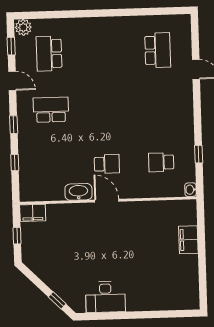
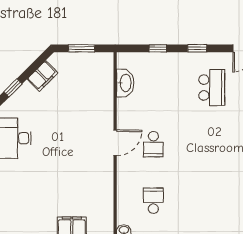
washbasin: (78, 192) -> (125, 83), moved
filing cabinet: (33, 213) -> (43, 76), moved, turned -135
window: (17, 236) -> (82, 48), width x1.50

